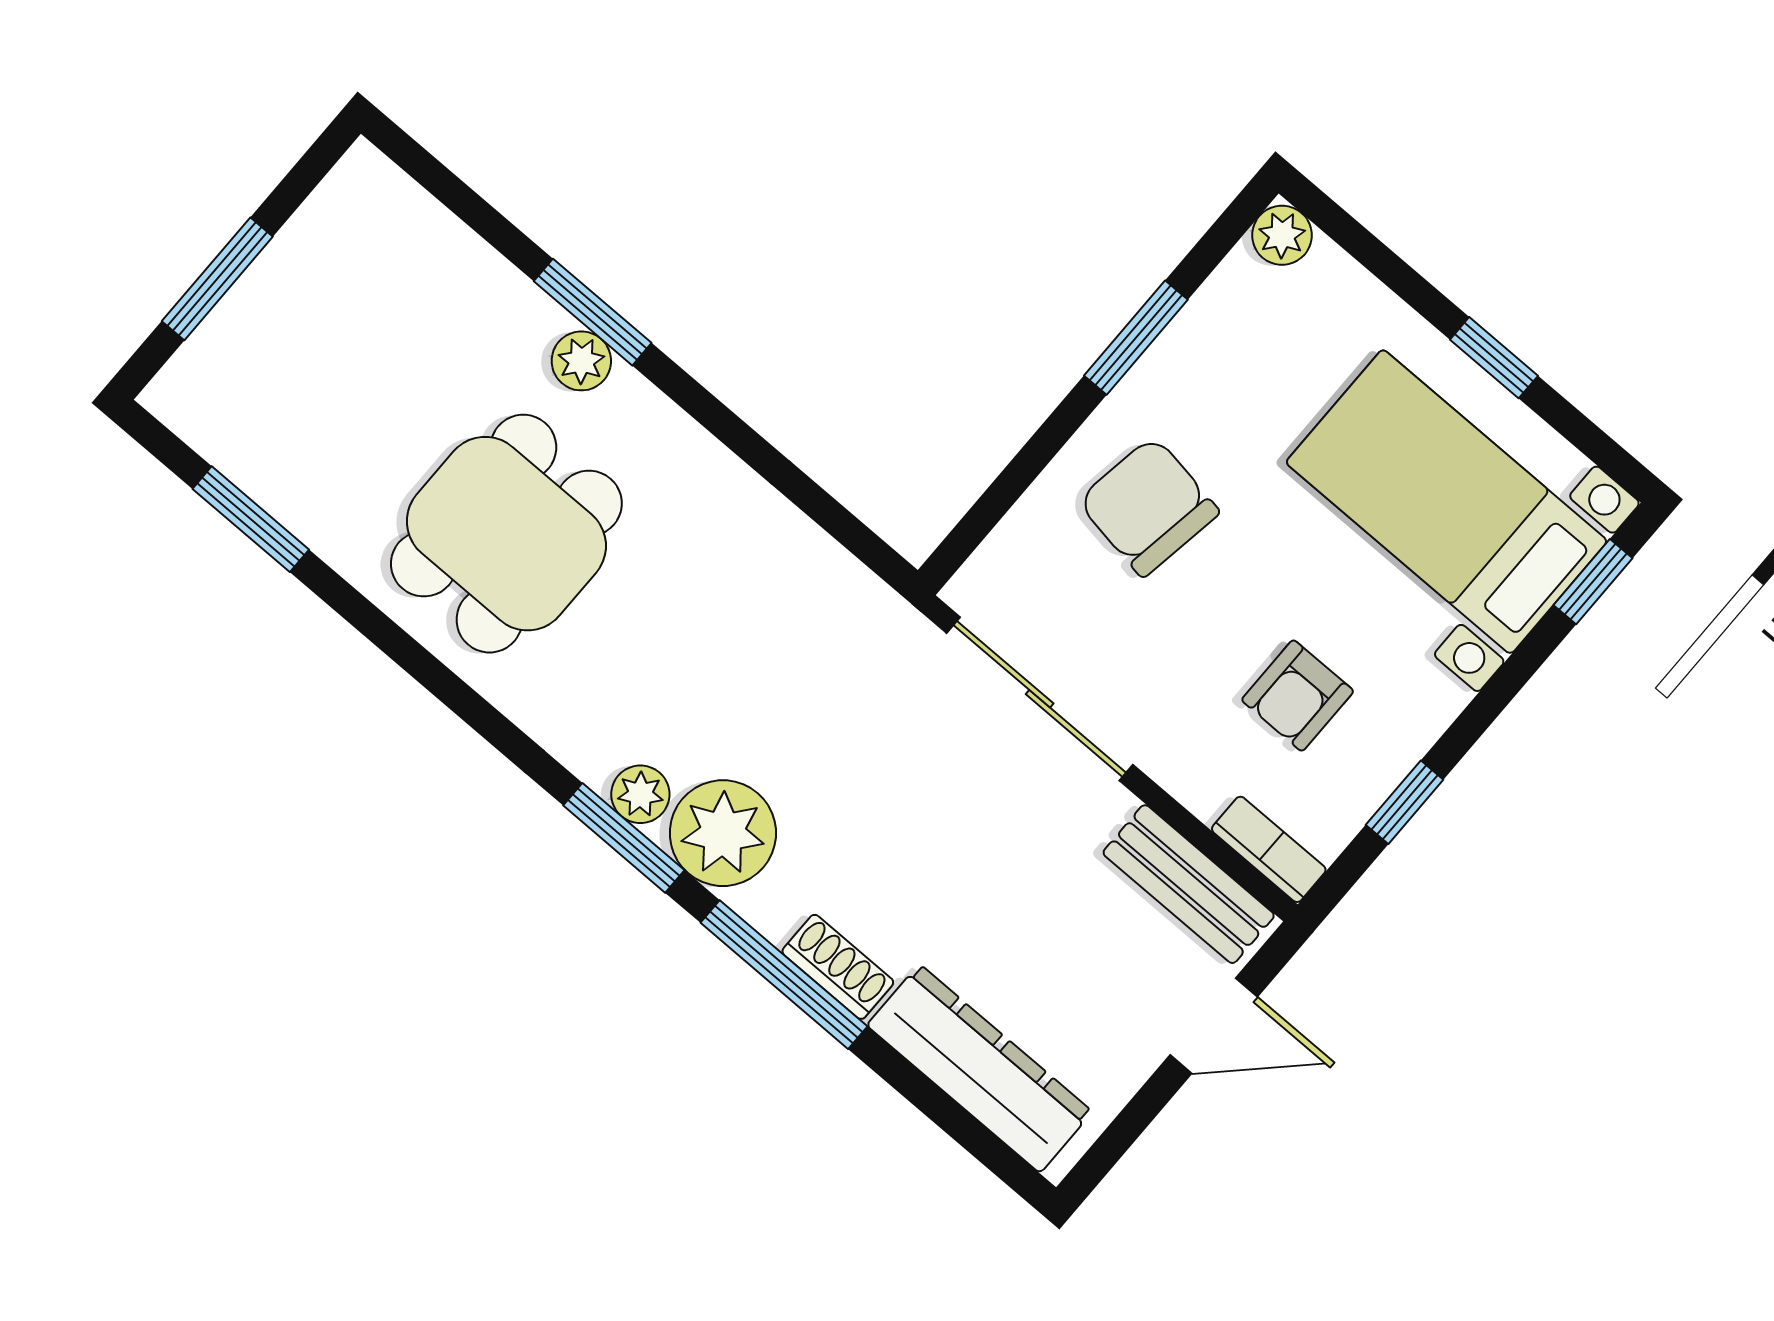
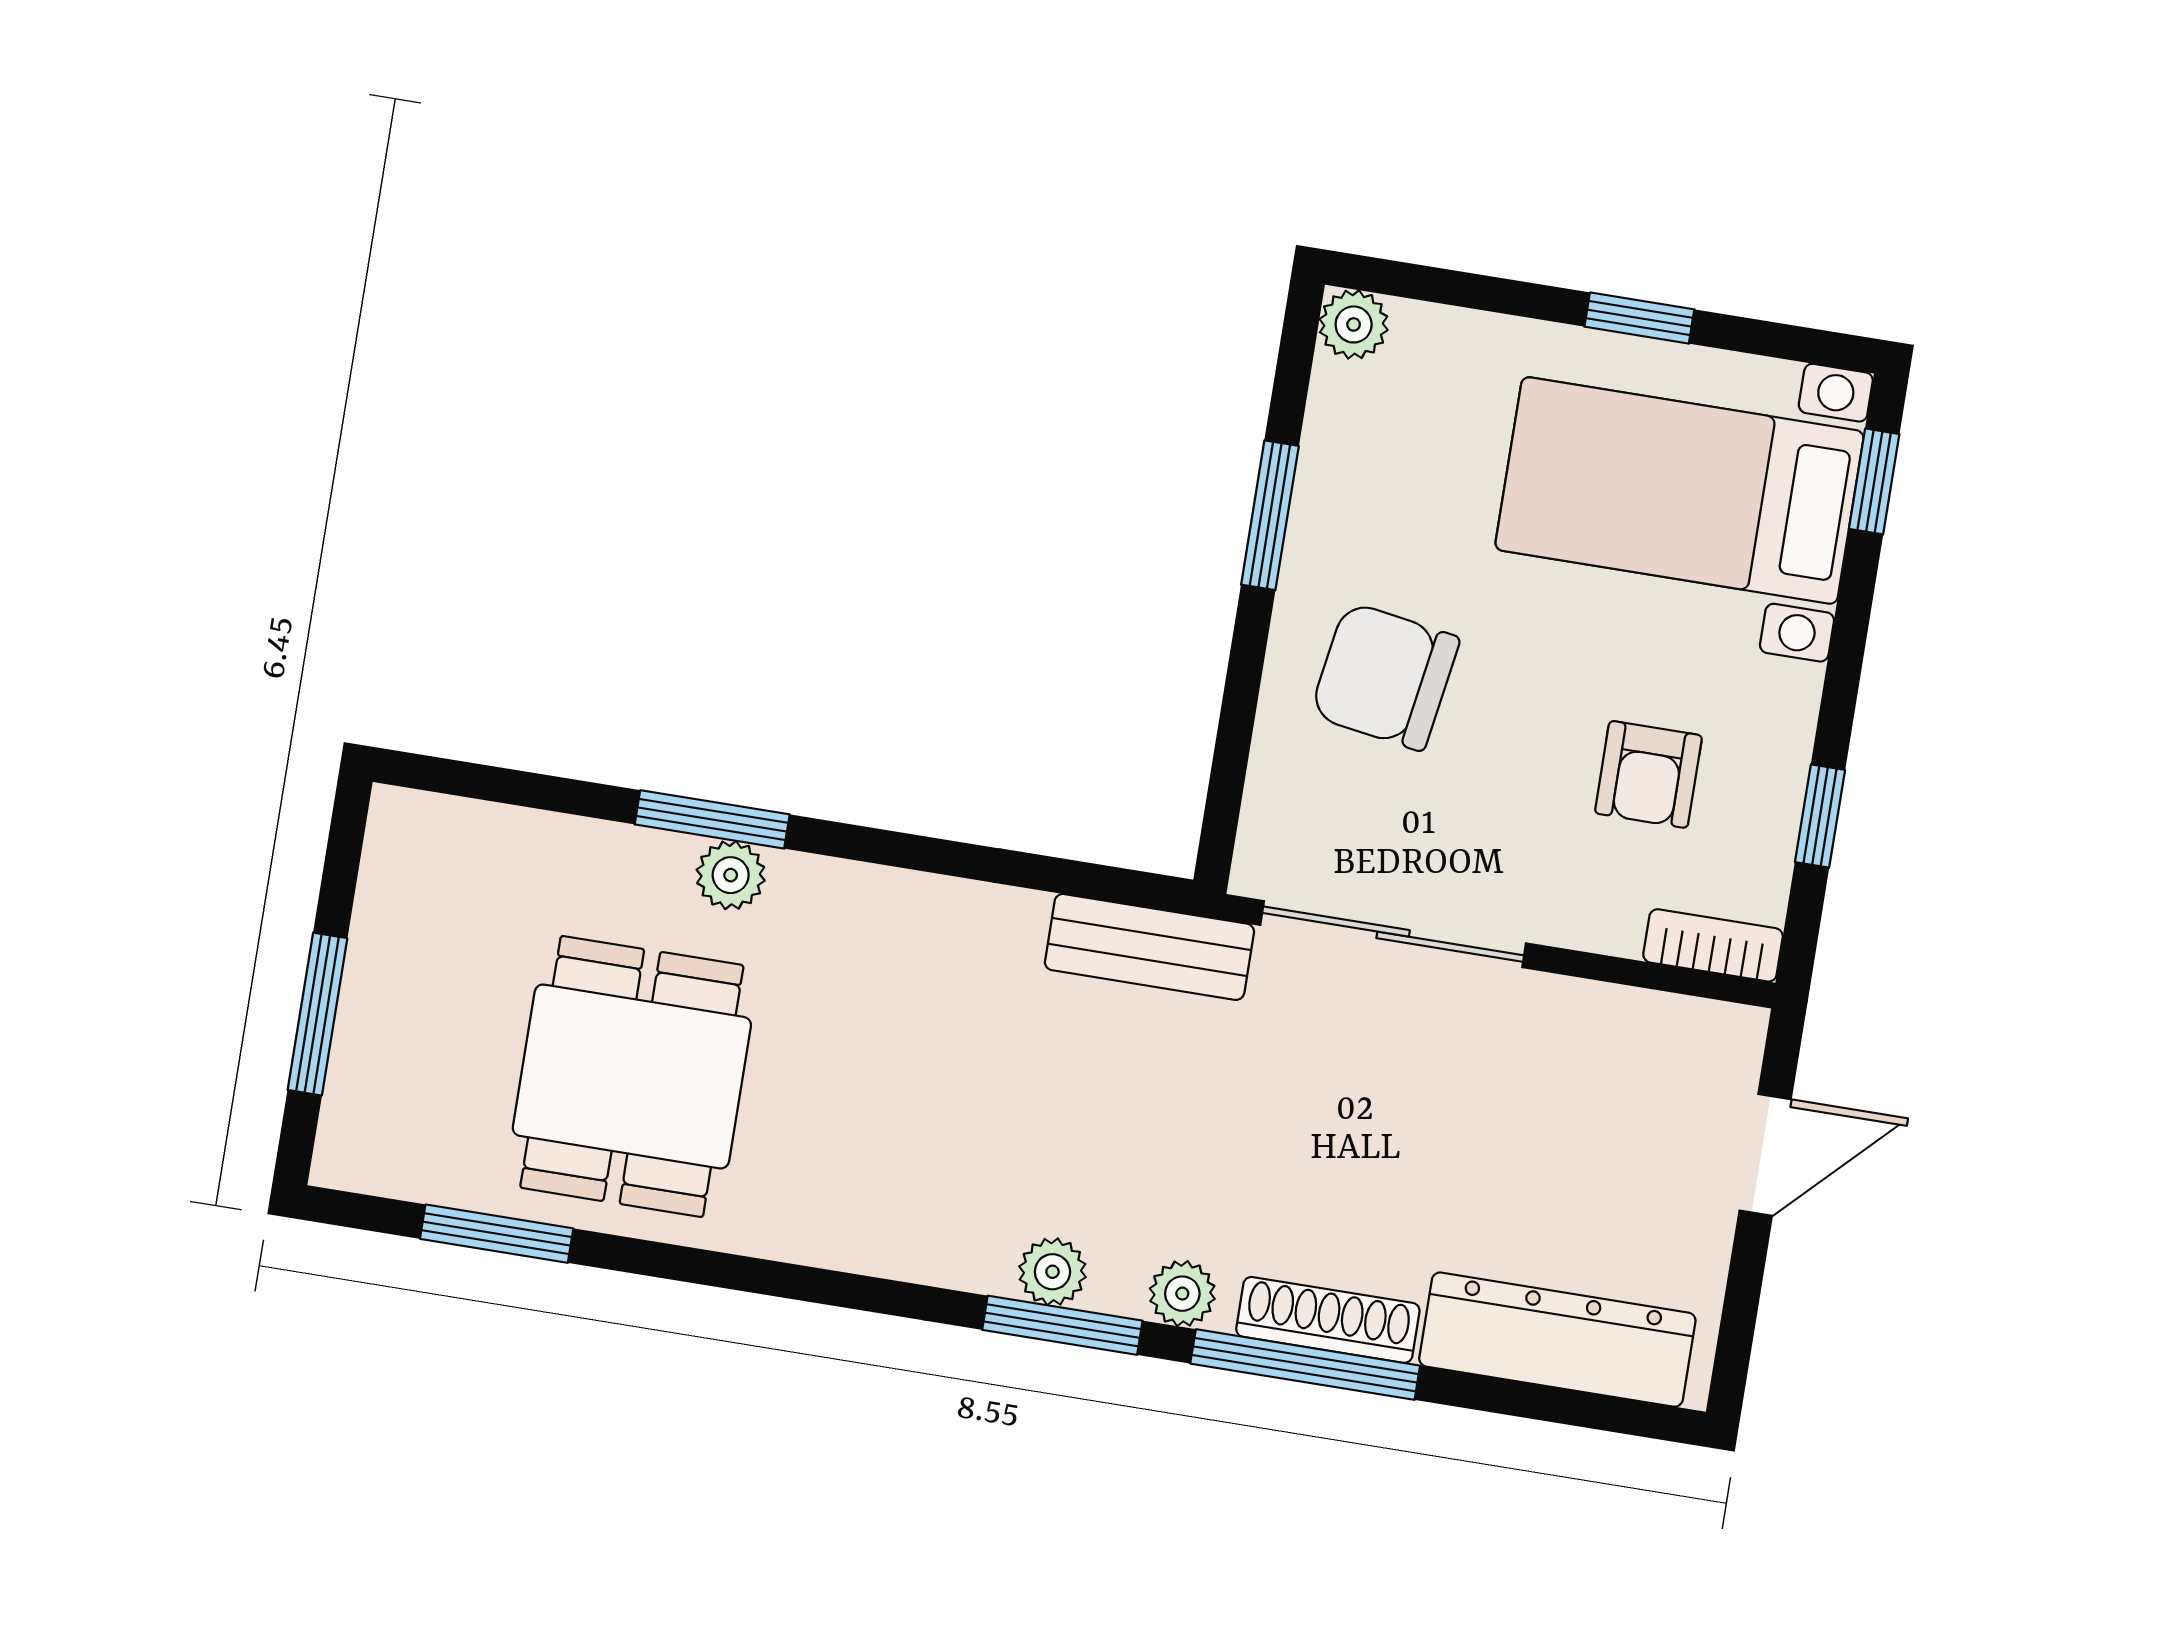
dining table: (506, 534) -> (632, 1076), moved
plant: (723, 833) -> (1182, 1294), width x0.53, depth x0.53
bench: (1189, 884) -> (1149, 947), moved
shoe rack: (838, 967) -> (1328, 1320), width x1.43

